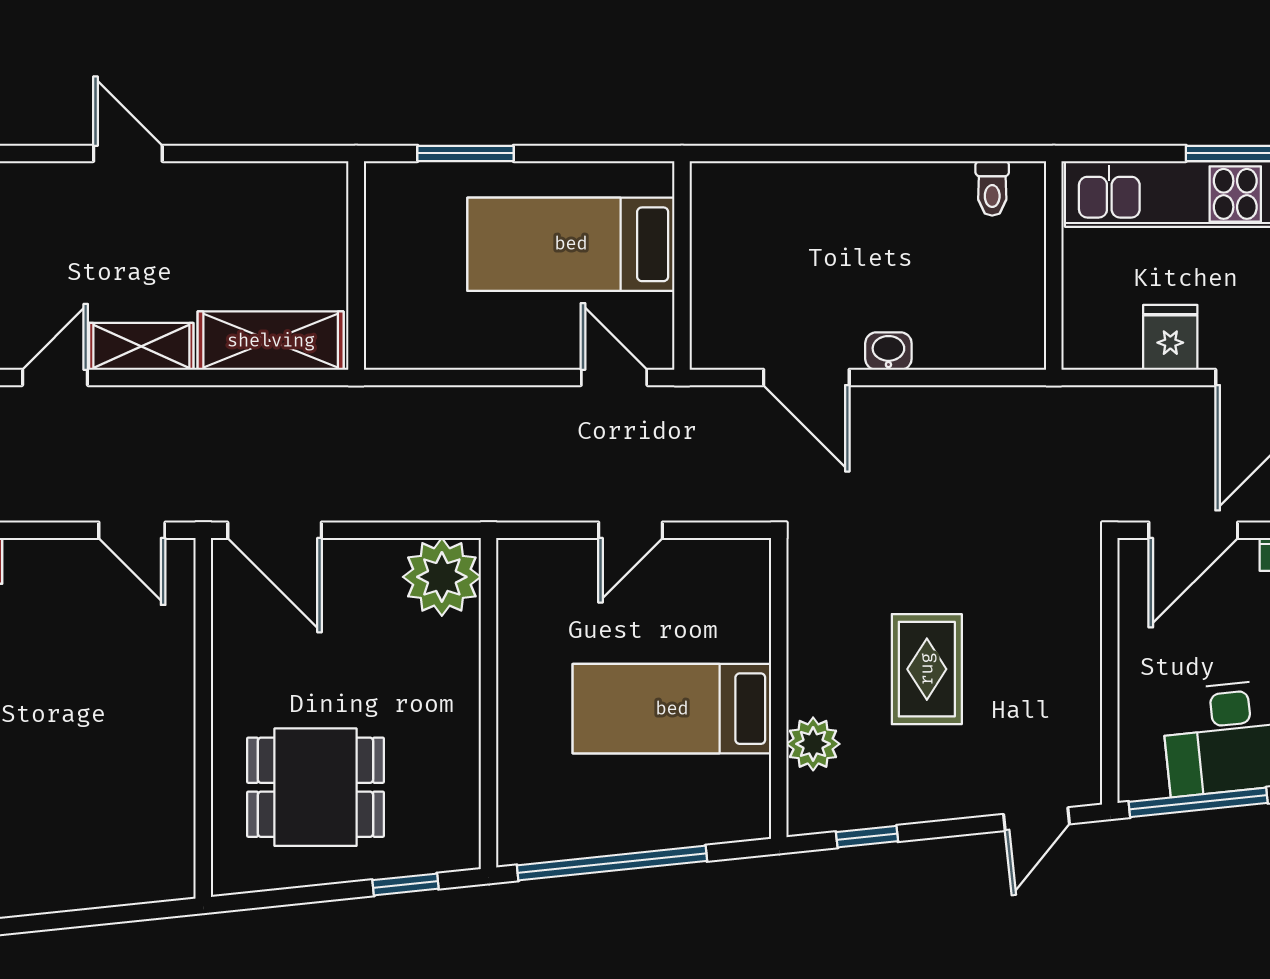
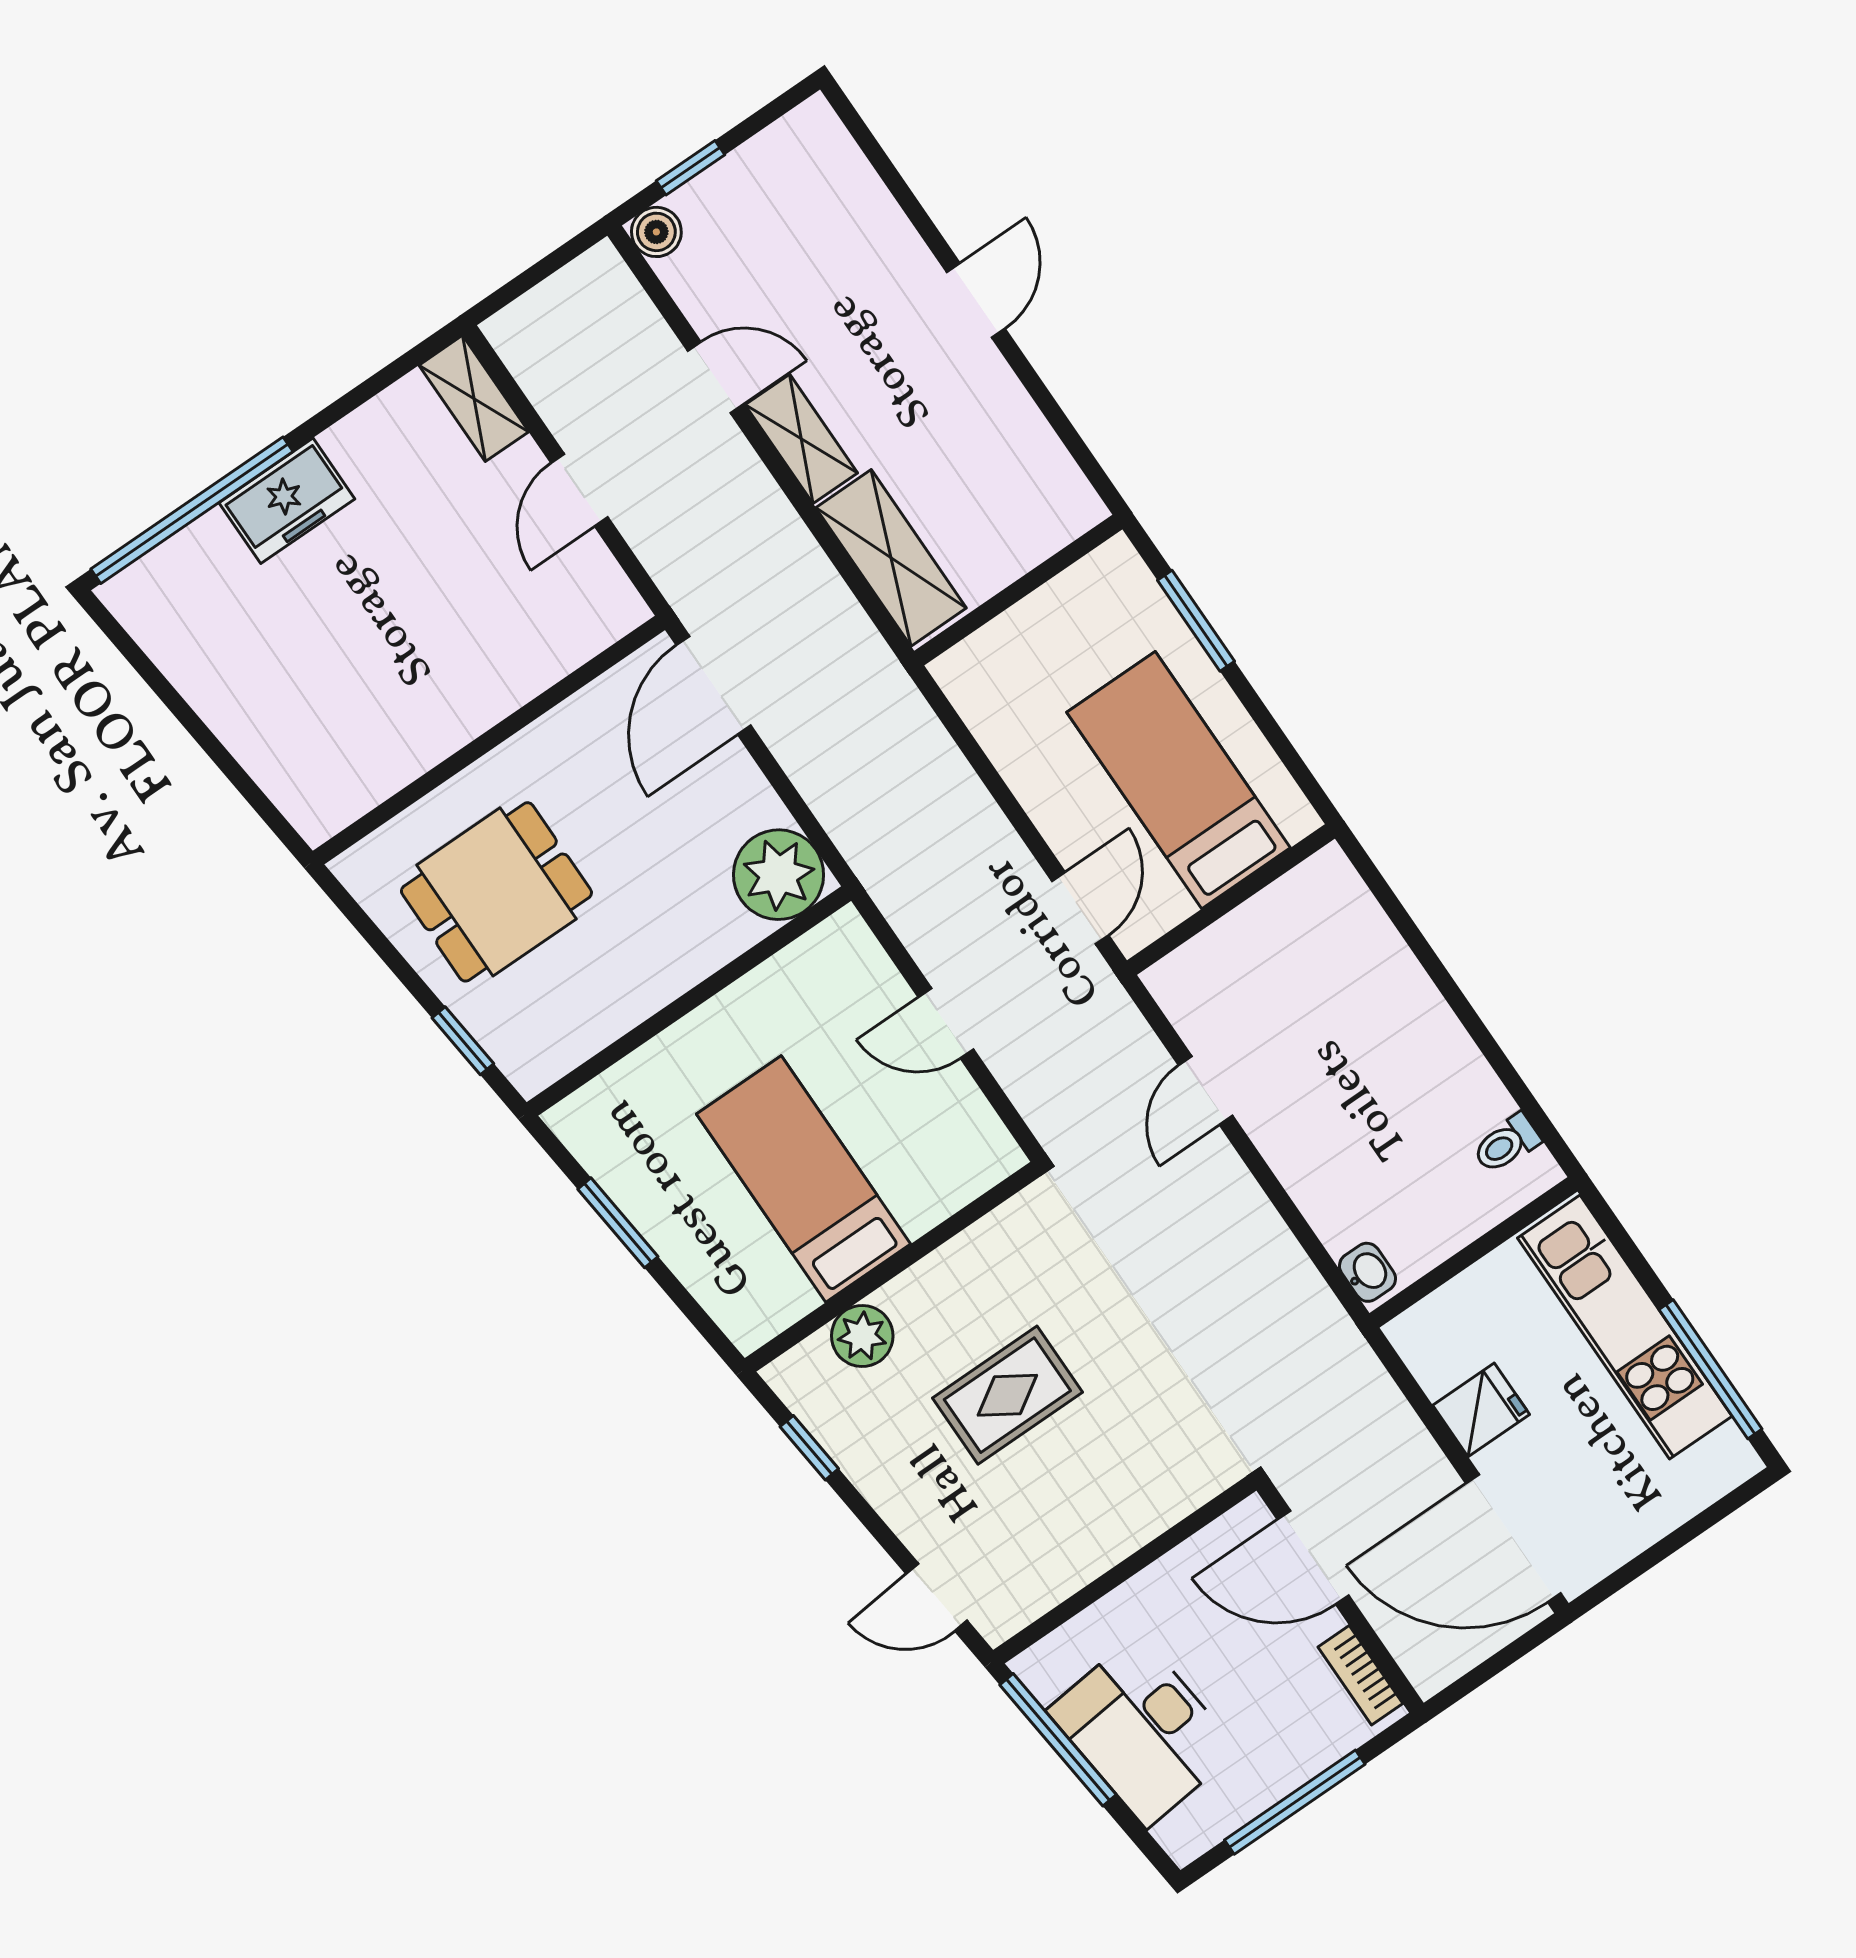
washbasin: (888, 351) -> (1367, 1272), moved
door: (806, 377) -> (1206, 1091), width x0.73
door: (132, 530) -> (580, 490), moved
dining table: (315, 787) -> (496, 892), turned 90
window: (612, 863) -> (618, 1223), width x0.47

